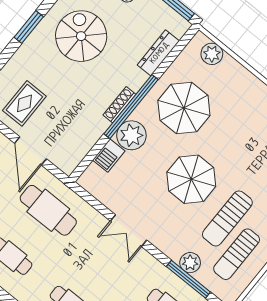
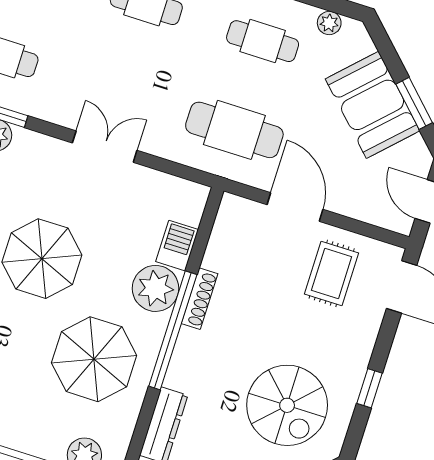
window: (29, 27) -> (369, 388), width x0.67
shoe rack: (120, 105) -> (200, 299), moved

